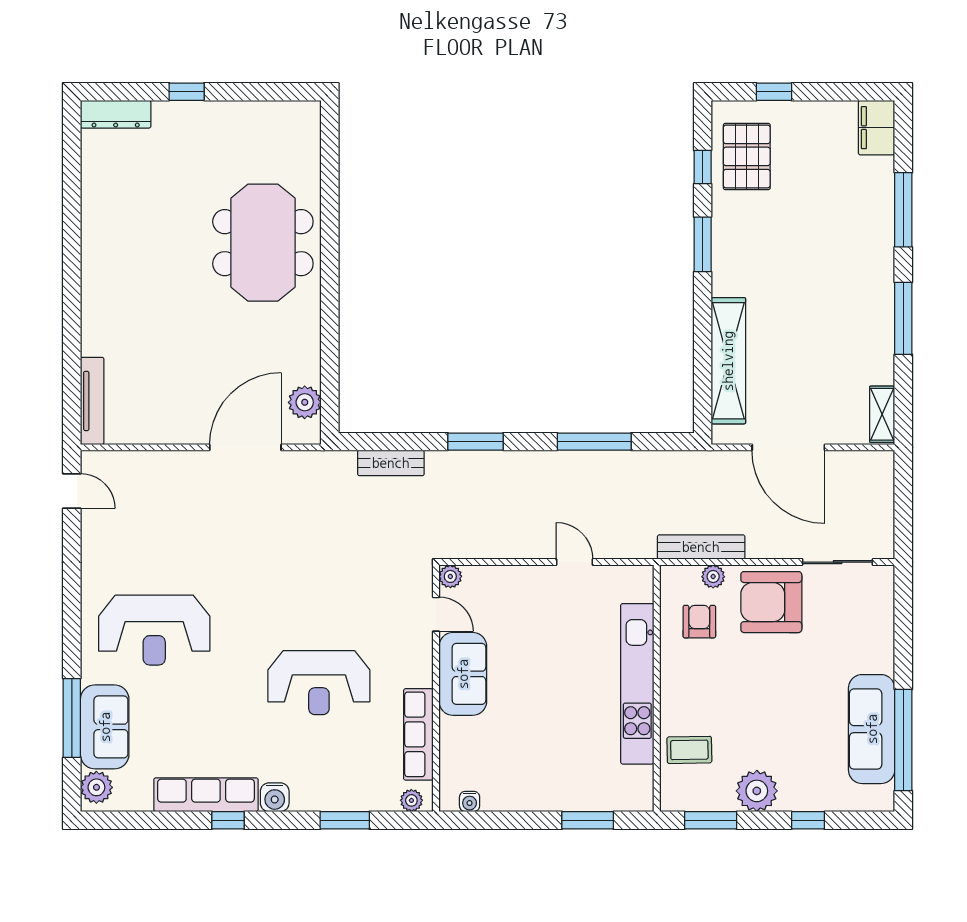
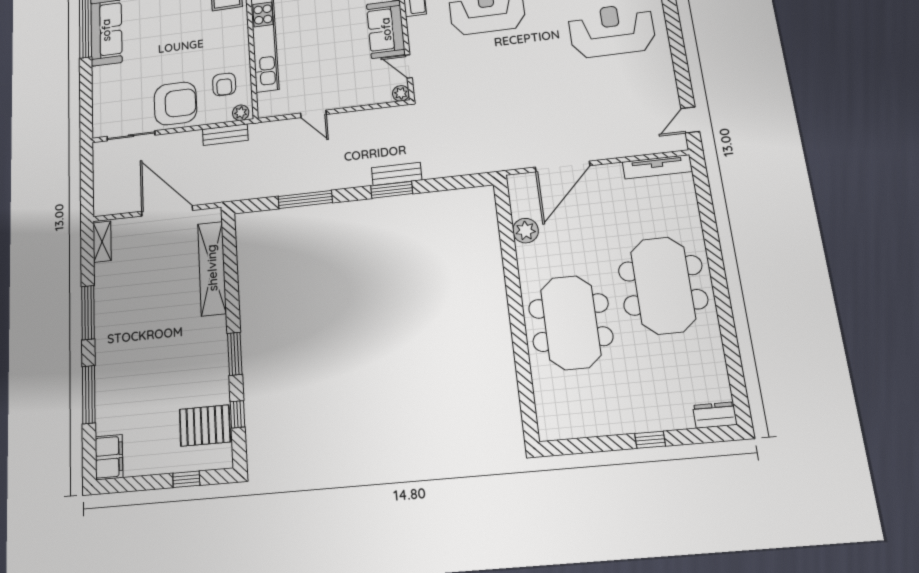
dresser: (116, 114) -> (715, 415), width x0.70
pallet: (747, 156) -> (205, 426), turned 90
meeting table: (141, 278) -> (663, 285), added
tv unit: (92, 401) -> (657, 167), moved, turned -90
plant: (305, 402) -> (526, 231), moved
bench: (391, 463) -> (397, 174), moved
door: (72, 491) -> (690, 120), hinge flipped
bench: (701, 547) -> (225, 135), width x0.73
plant: (713, 577) -> (241, 113), moved

